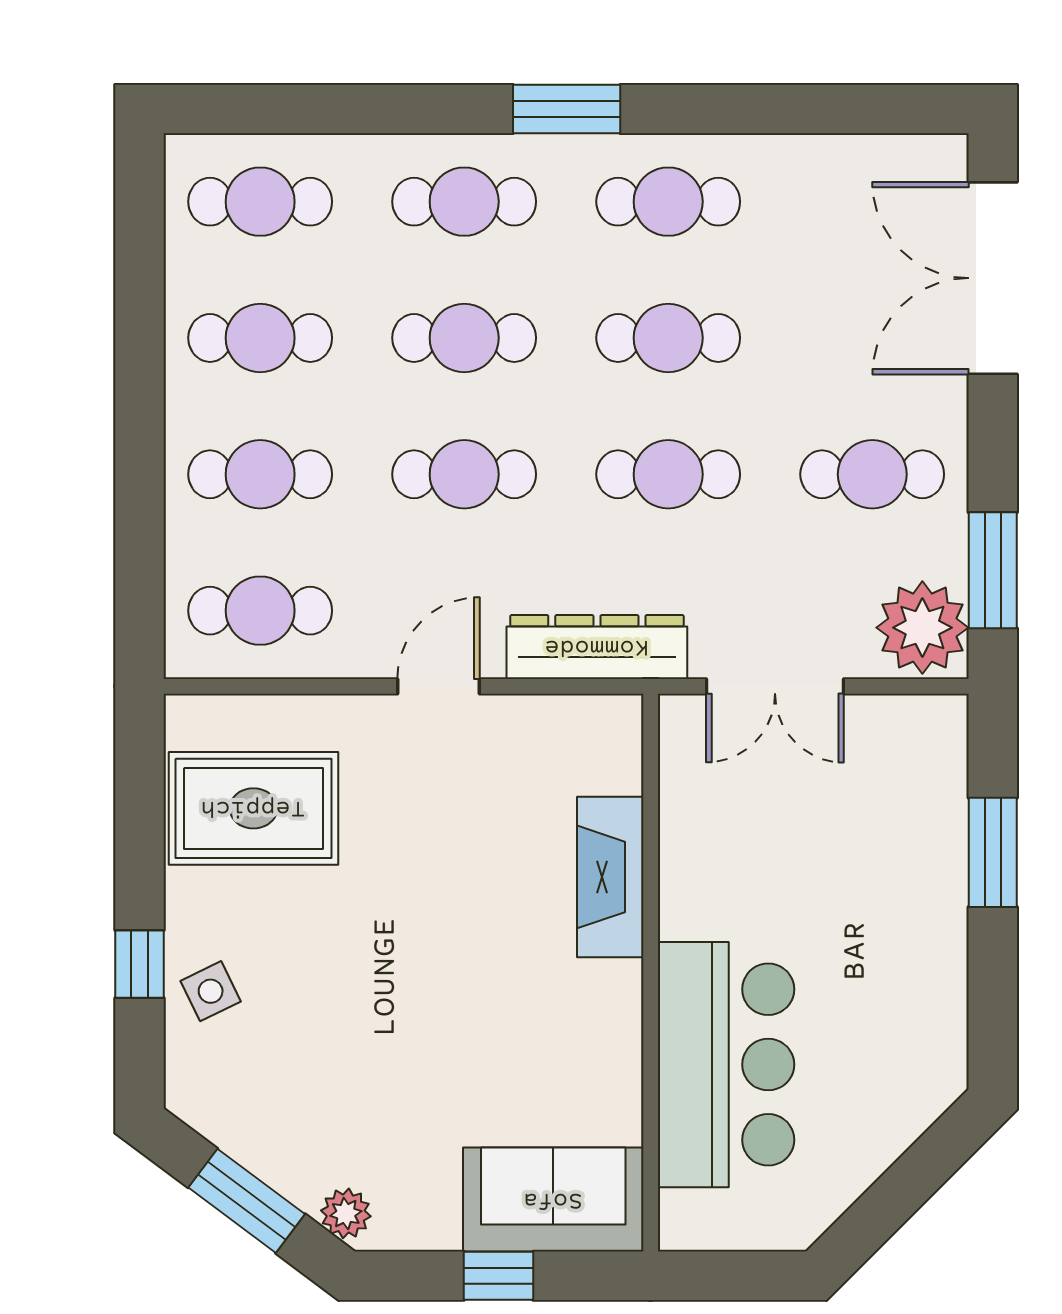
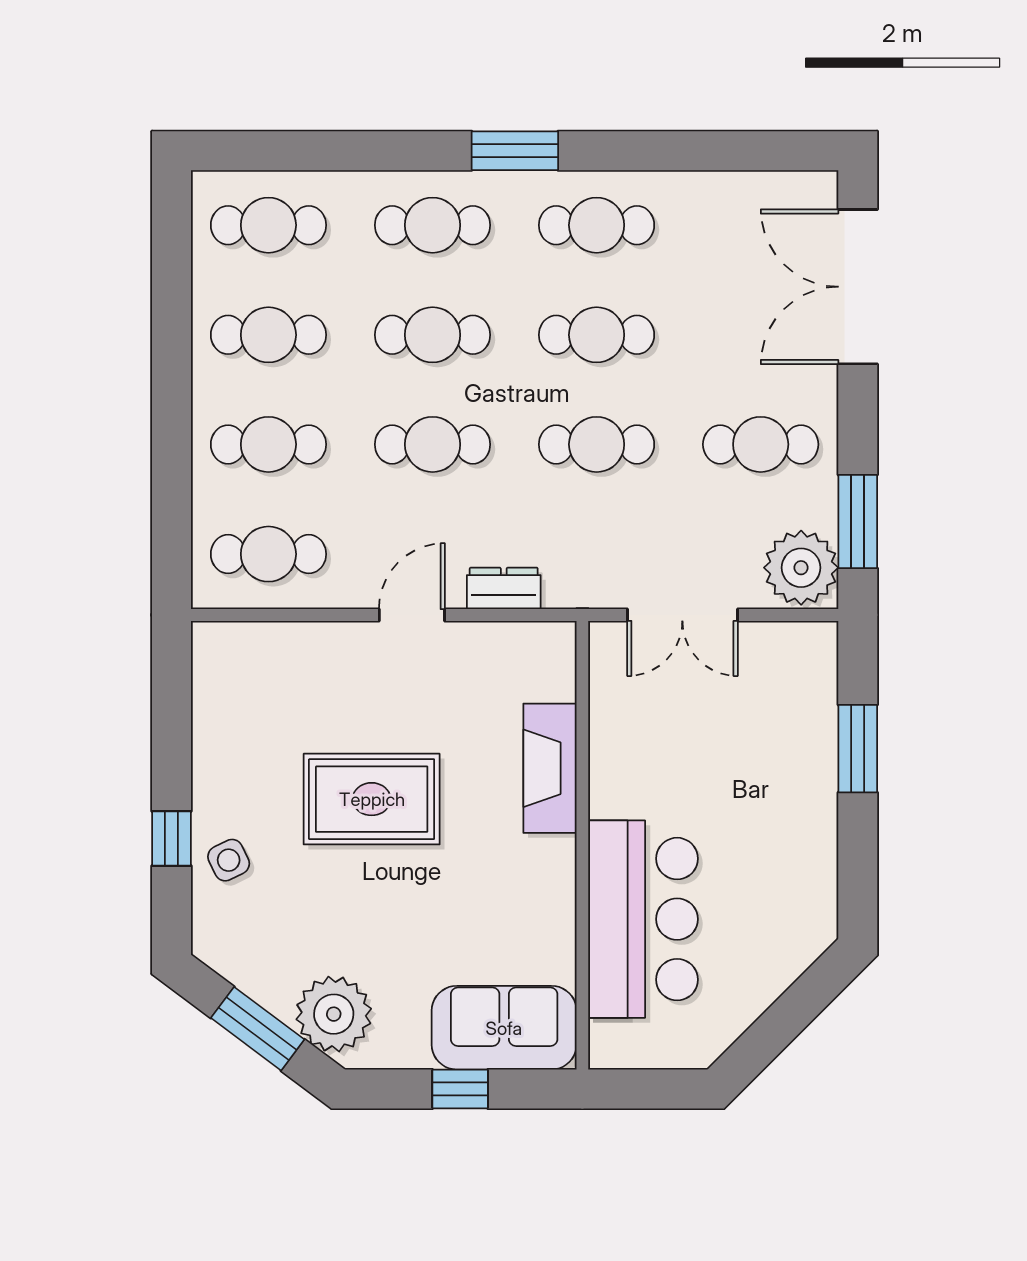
dresser: (597, 647) -> (504, 588), width x0.51, depth x0.80
rug: (253, 808) -> (372, 799), moved
plant: (346, 1213) -> (334, 1014), width x1.87, depth x1.87

